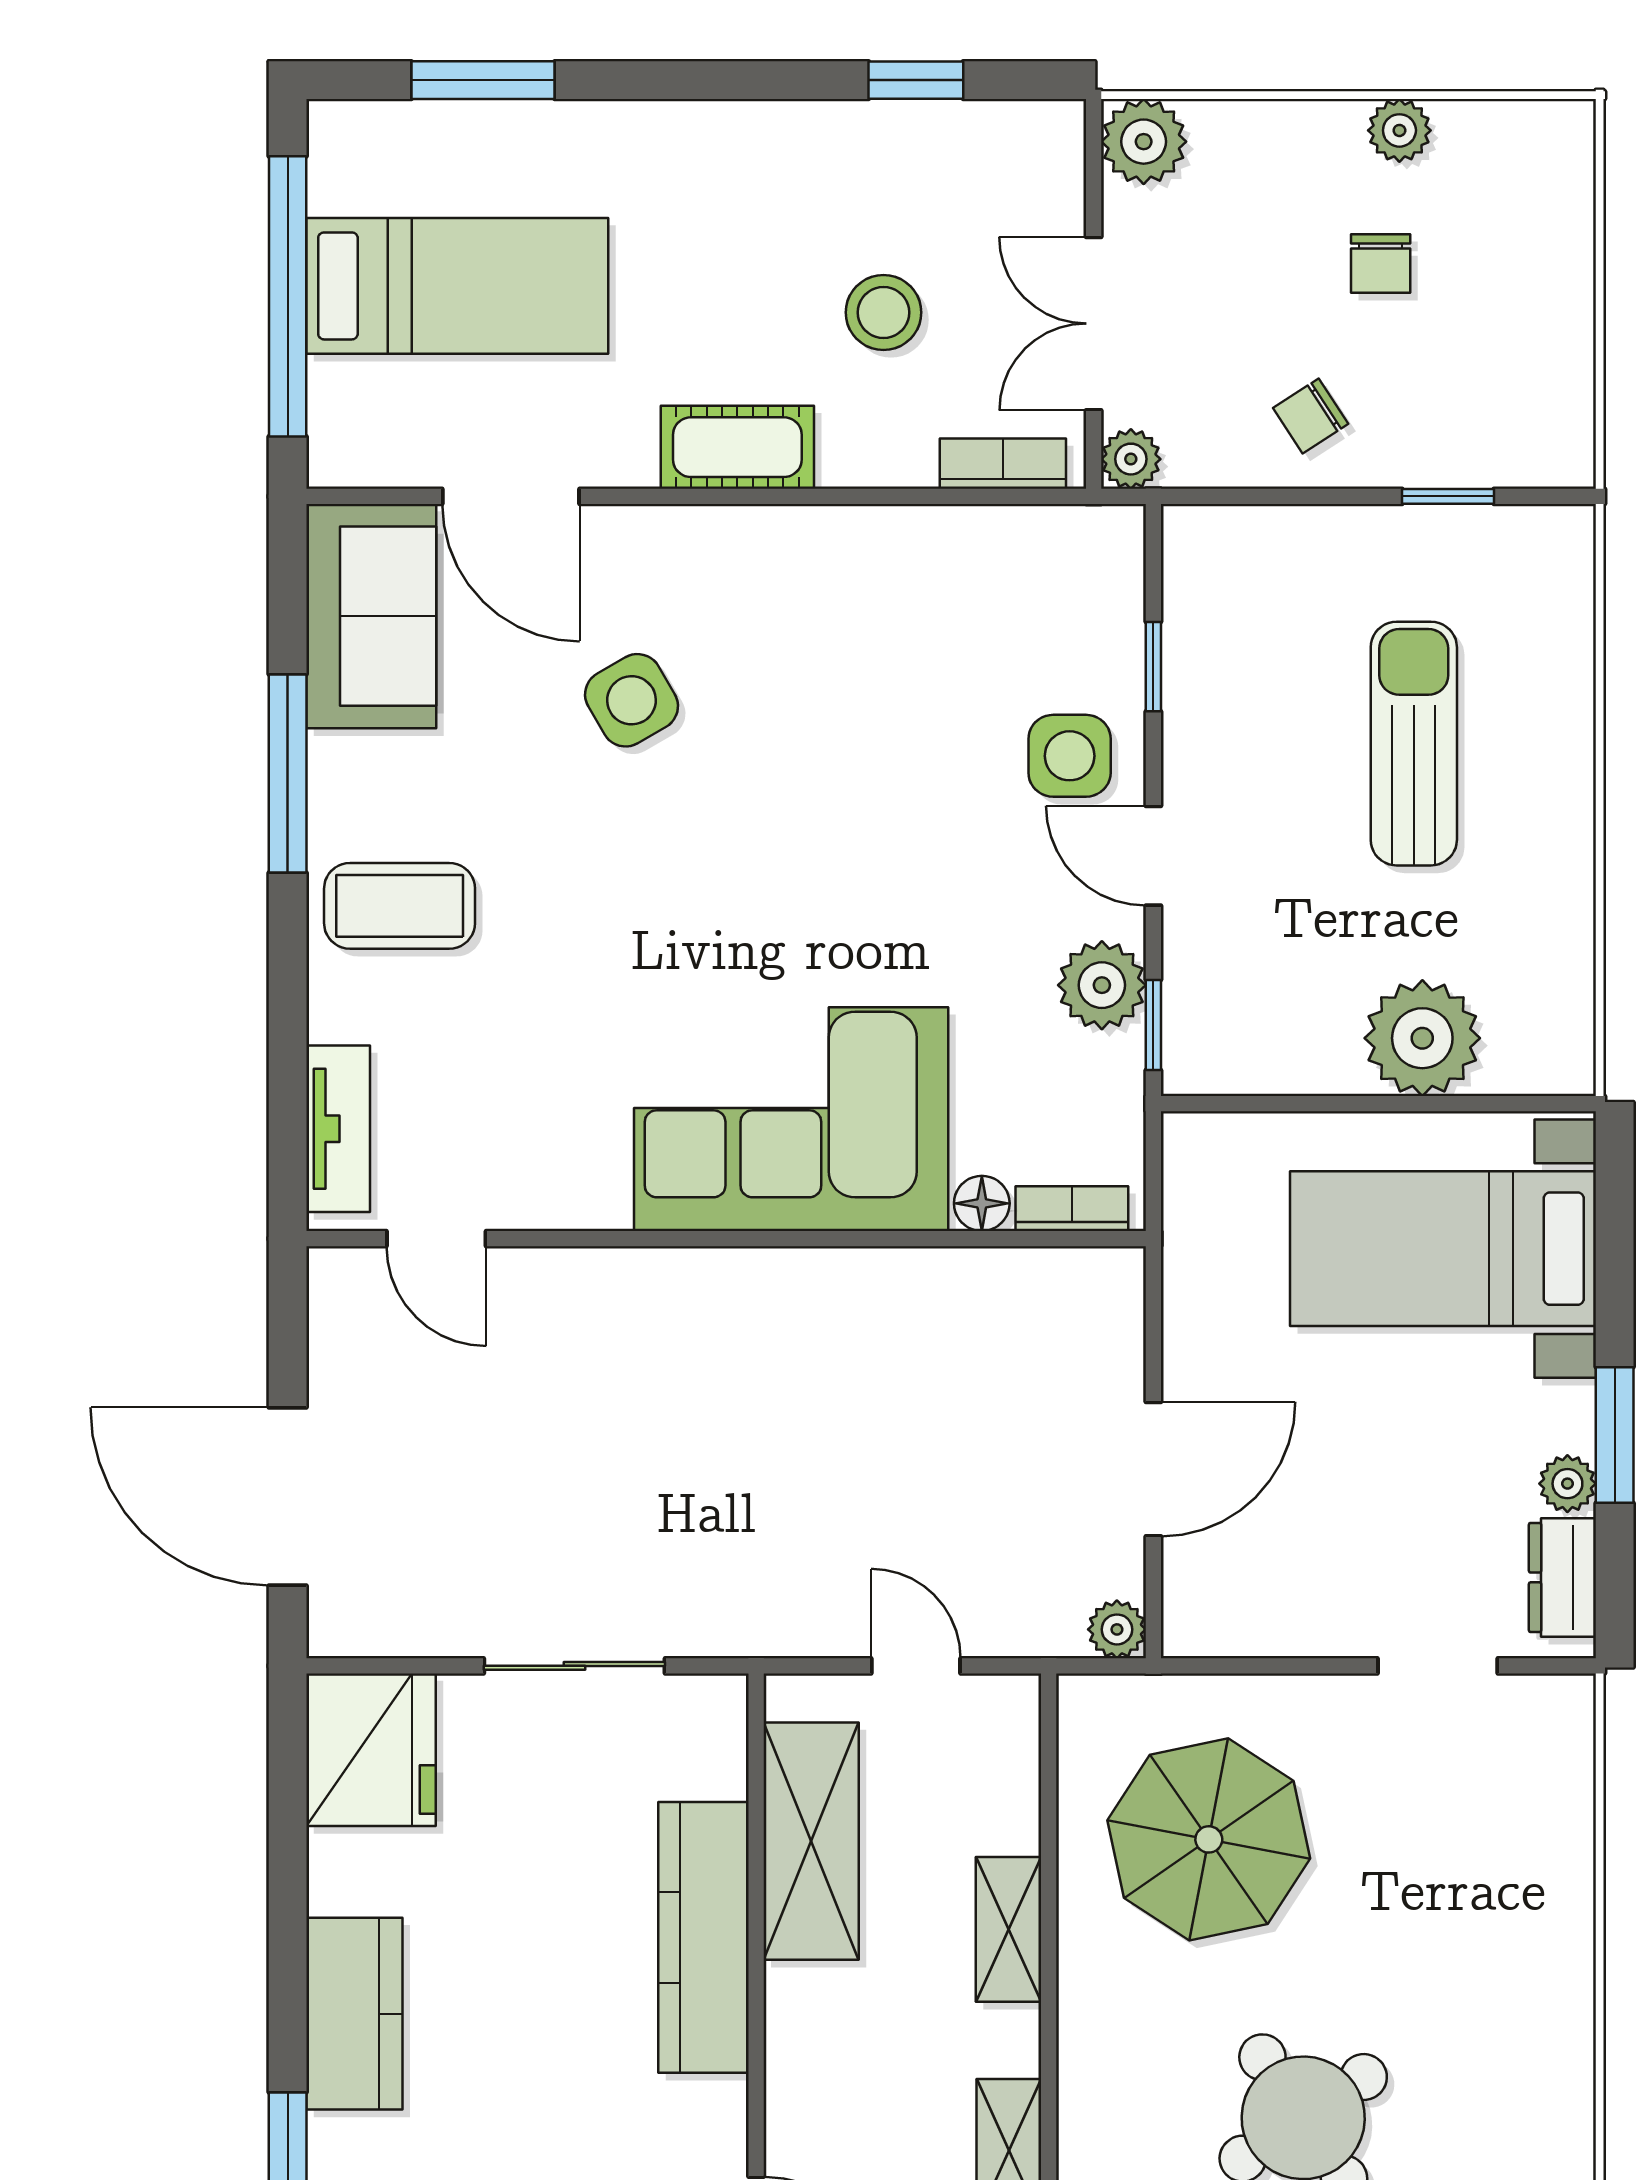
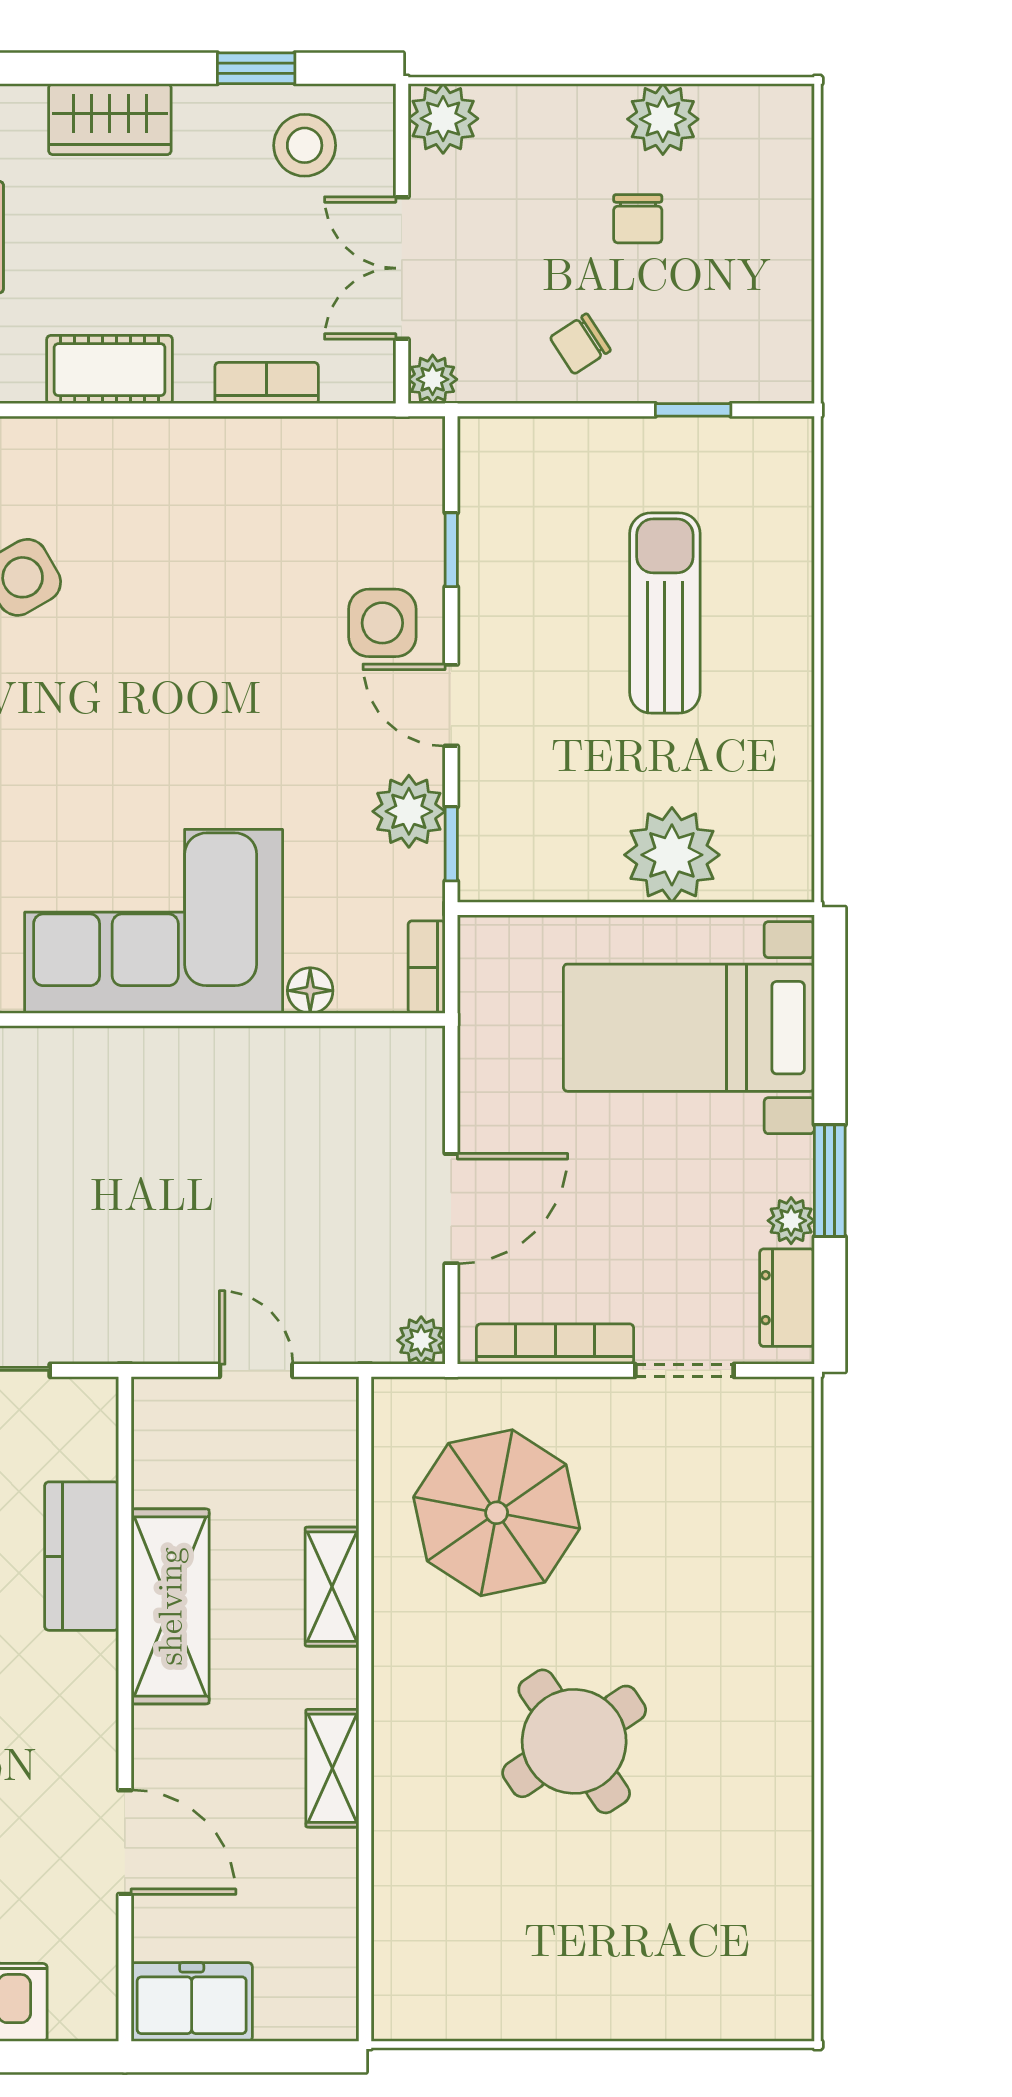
plant: (1399, 130) -> (663, 119), width x1.38, depth x1.38
wardrobe: (738, 142) -> (110, 119), added
stool: (883, 312) -> (305, 145), moved
bookcase: (1003, 464) -> (267, 383), moved
bookcase: (1072, 1209) -> (427, 967), moved, turned -90
bookcase: (1280, 1634) -> (555, 1344), added
shelving: (811, 1841) -> (170, 1606), moved
kitchen counter: (703, 1937) -> (82, 1556), width x0.67

